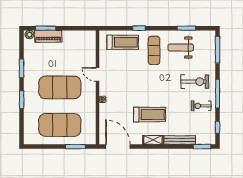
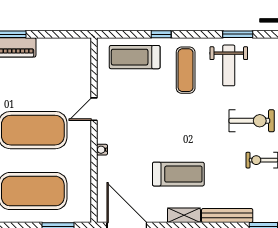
treadmill: (123, 42) -> (135, 57), turned 180
weight bench: (181, 47) -> (229, 65), turned -90
door: (98, 74) -> (94, 109), hinge flipped

